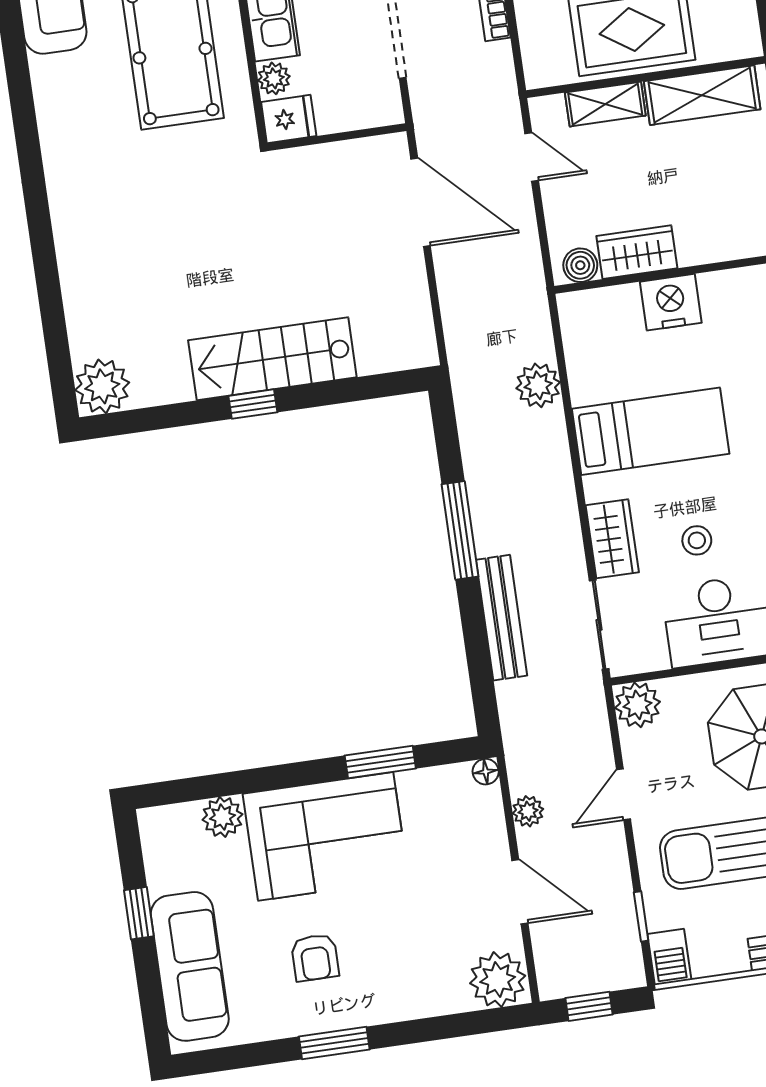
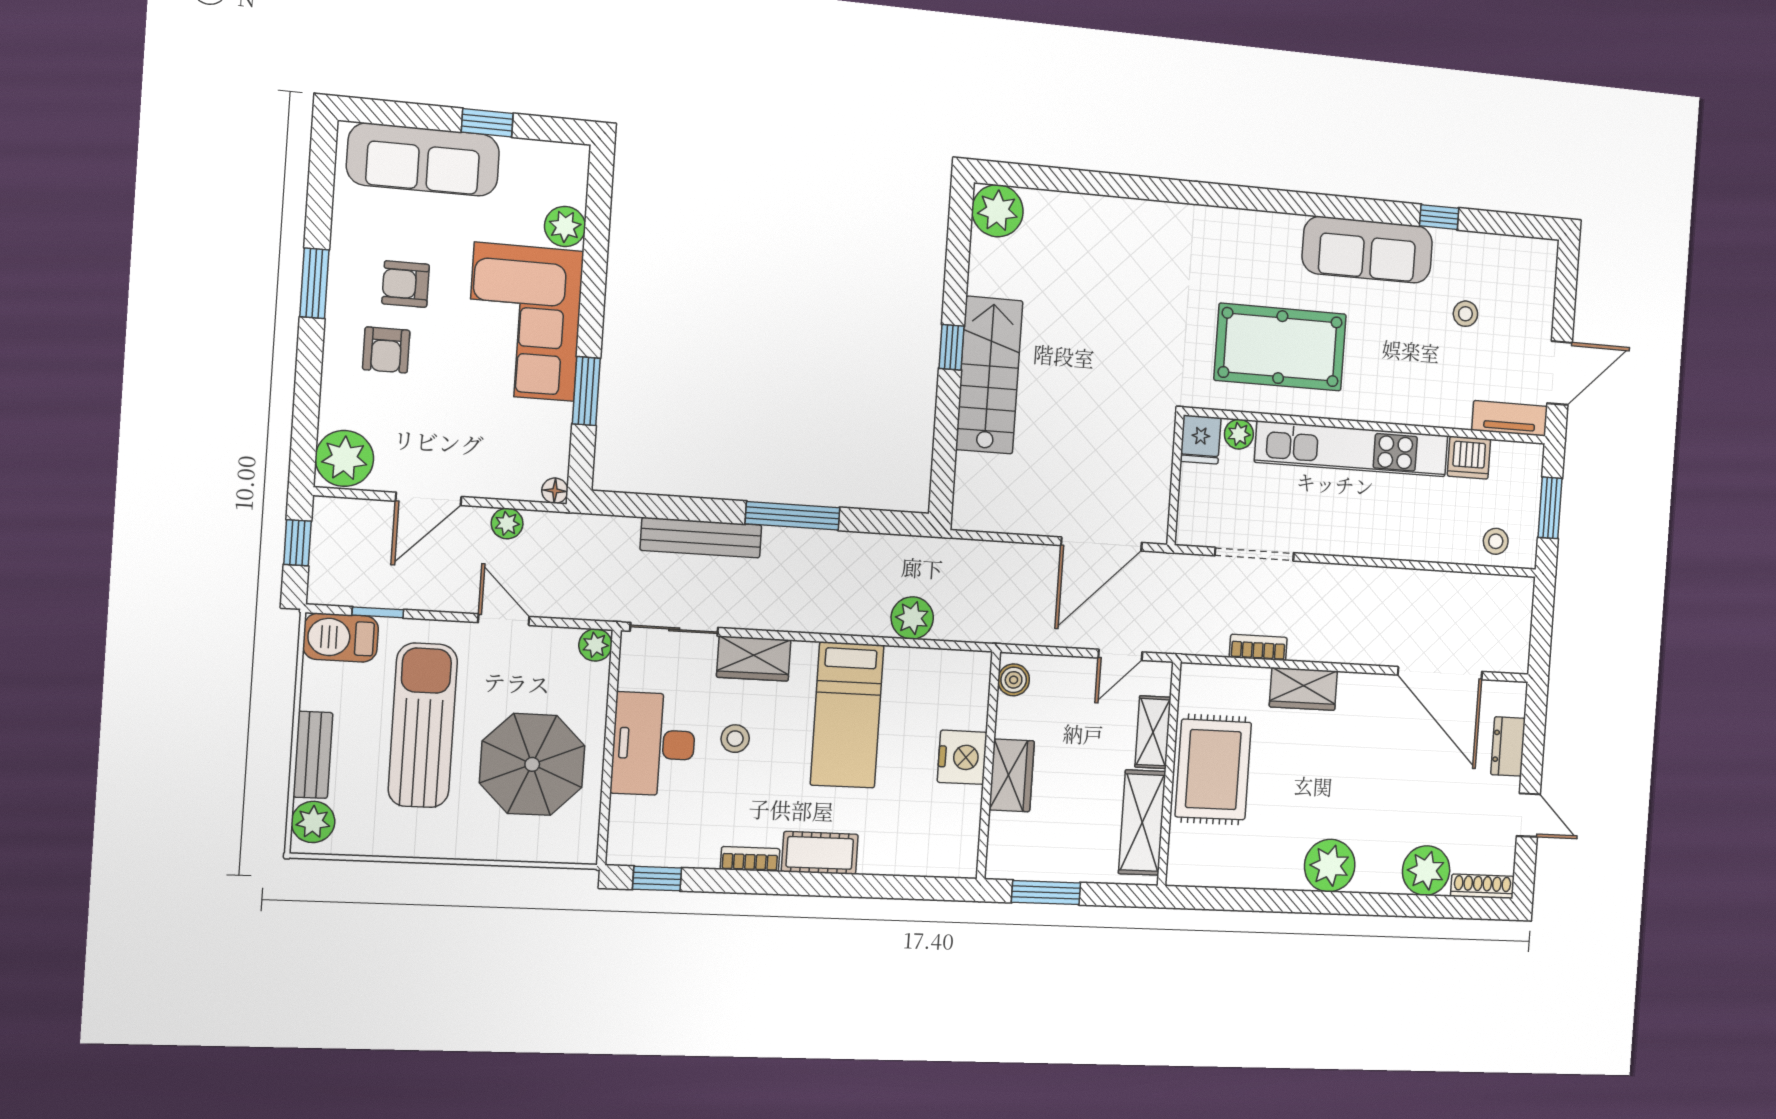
wardrobe: (637, 252) -> (1012, 775), moved
plant: (638, 705) -> (595, 645), width x0.73, depth x0.73
barbecue: (669, 957) -> (341, 638), width x1.38, depth x1.27
armchair: (383, 962) -> (386, 350), added

